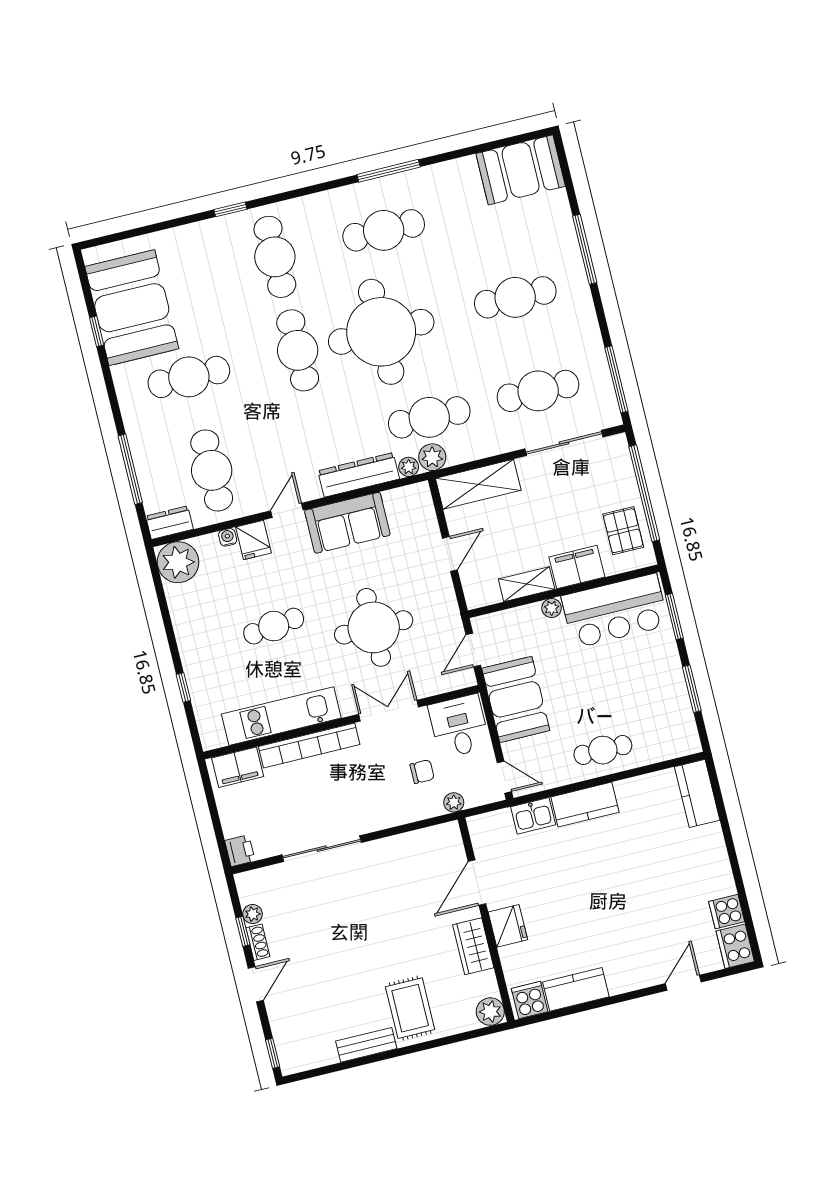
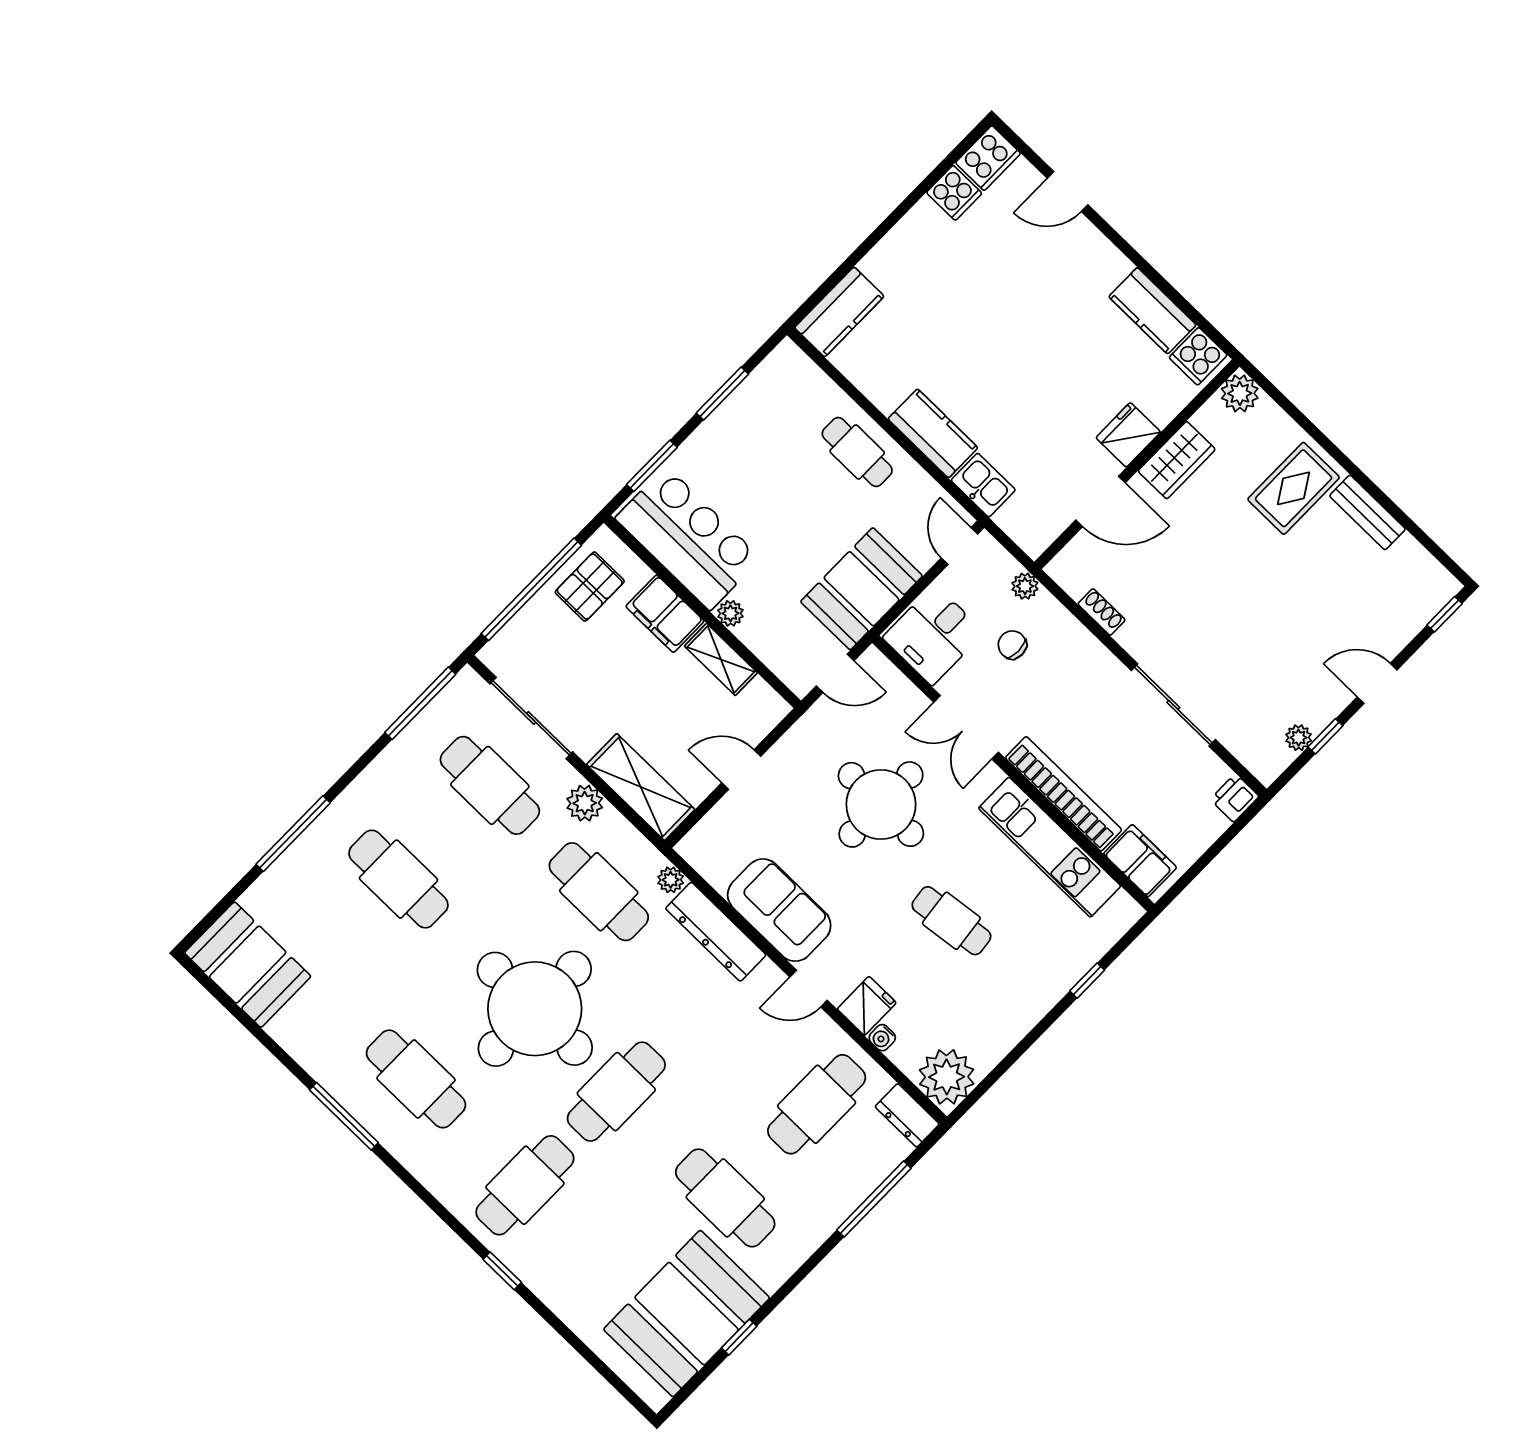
plant: (432, 457) -> (585, 803), moved
shoe rack: (258, 942) -> (1101, 612), moved, turned 90

